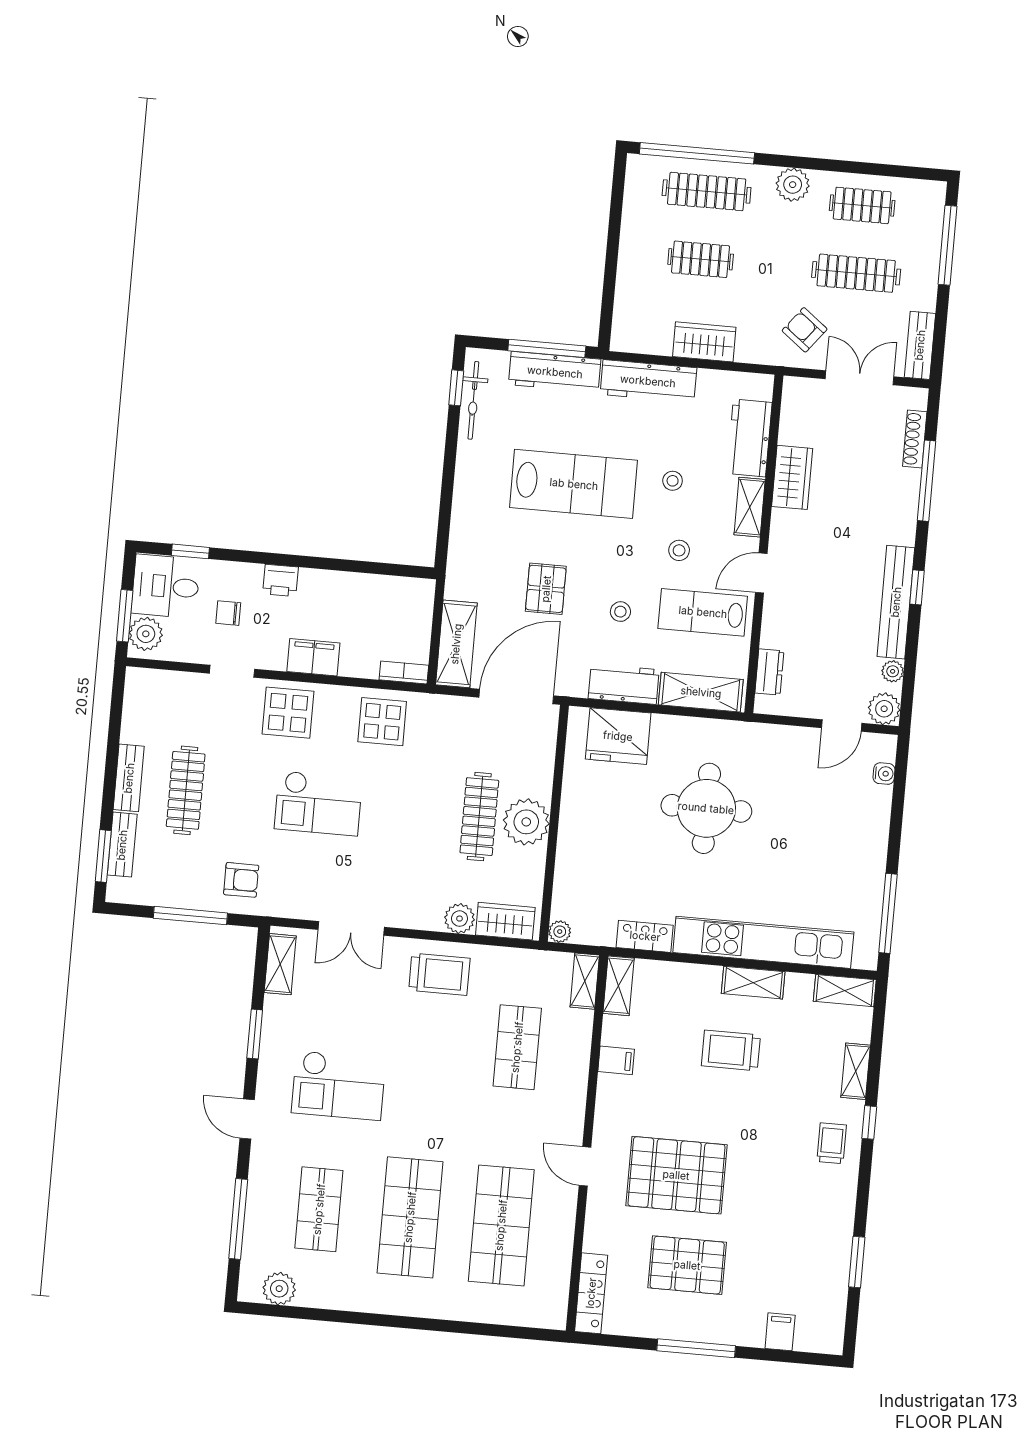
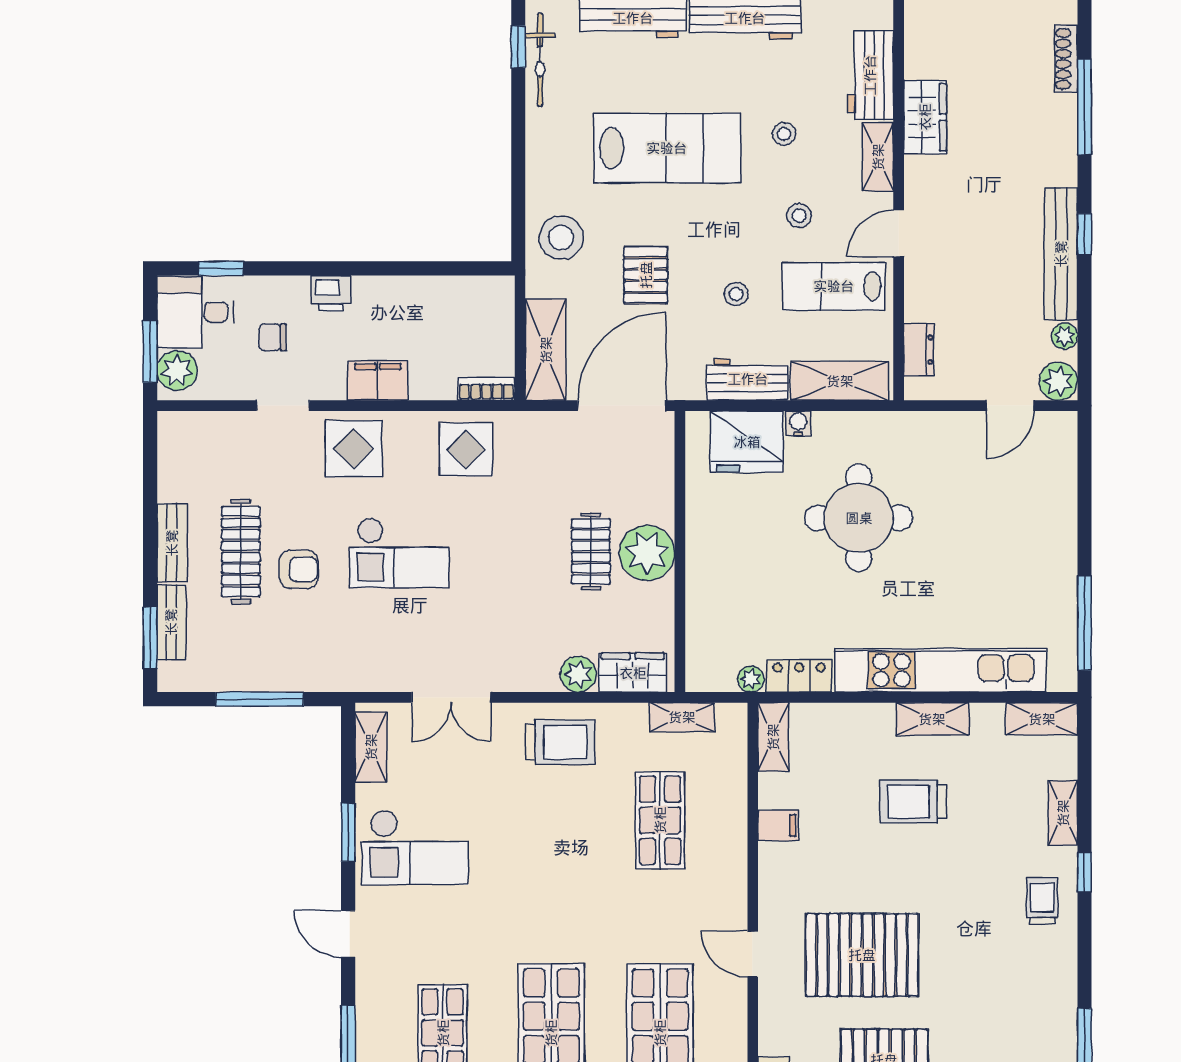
stool: (478, 551) -> (561, 238), added
water cooler: (884, 774) -> (798, 423), moved, turned -90
clothes rail: (479, 817) -> (591, 551), width x0.73
armchair: (241, 880) -> (299, 569), moved
plant: (560, 932) -> (751, 679), moved
shelving: (585, 981) -> (682, 717), moved, turned 90
checkout: (339, 1085) -> (415, 847), moved

